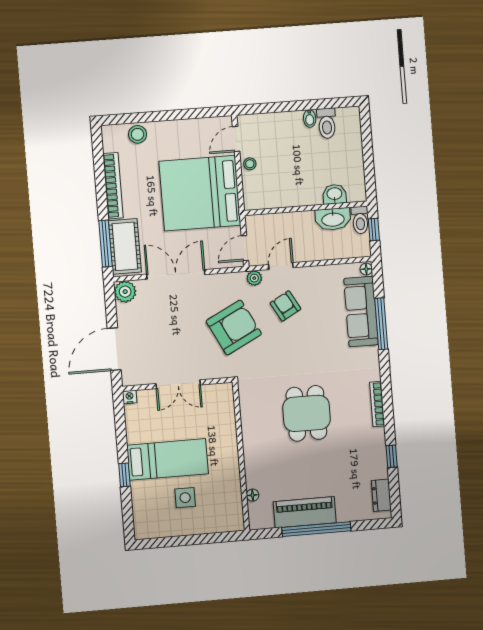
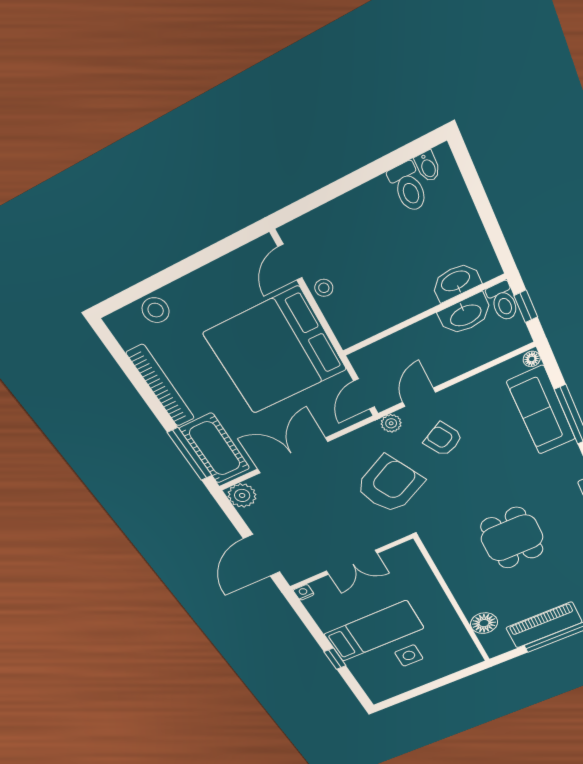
bidet: (310, 118) -> (428, 166), moved
washbasin: (335, 194) -> (456, 282), width x1.38
floor lamp: (253, 495) -> (484, 623), width x1.89, depth x1.89

